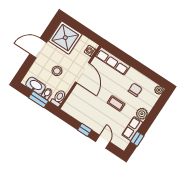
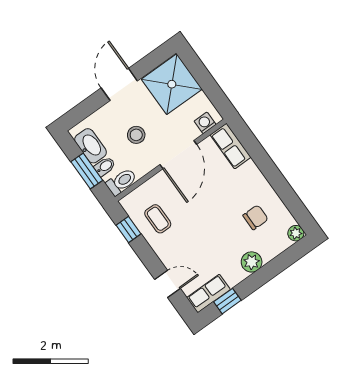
door: (38, 48) -> (119, 84), hinge flipped
row of seats: (113, 61) -> (231, 146), width x0.68
coffee table: (116, 103) -> (158, 219), moved
row of seats: (132, 129) -> (208, 294), moved
window: (85, 130) -> (129, 229), moved
door: (103, 142) -> (168, 284), hinge flipped

